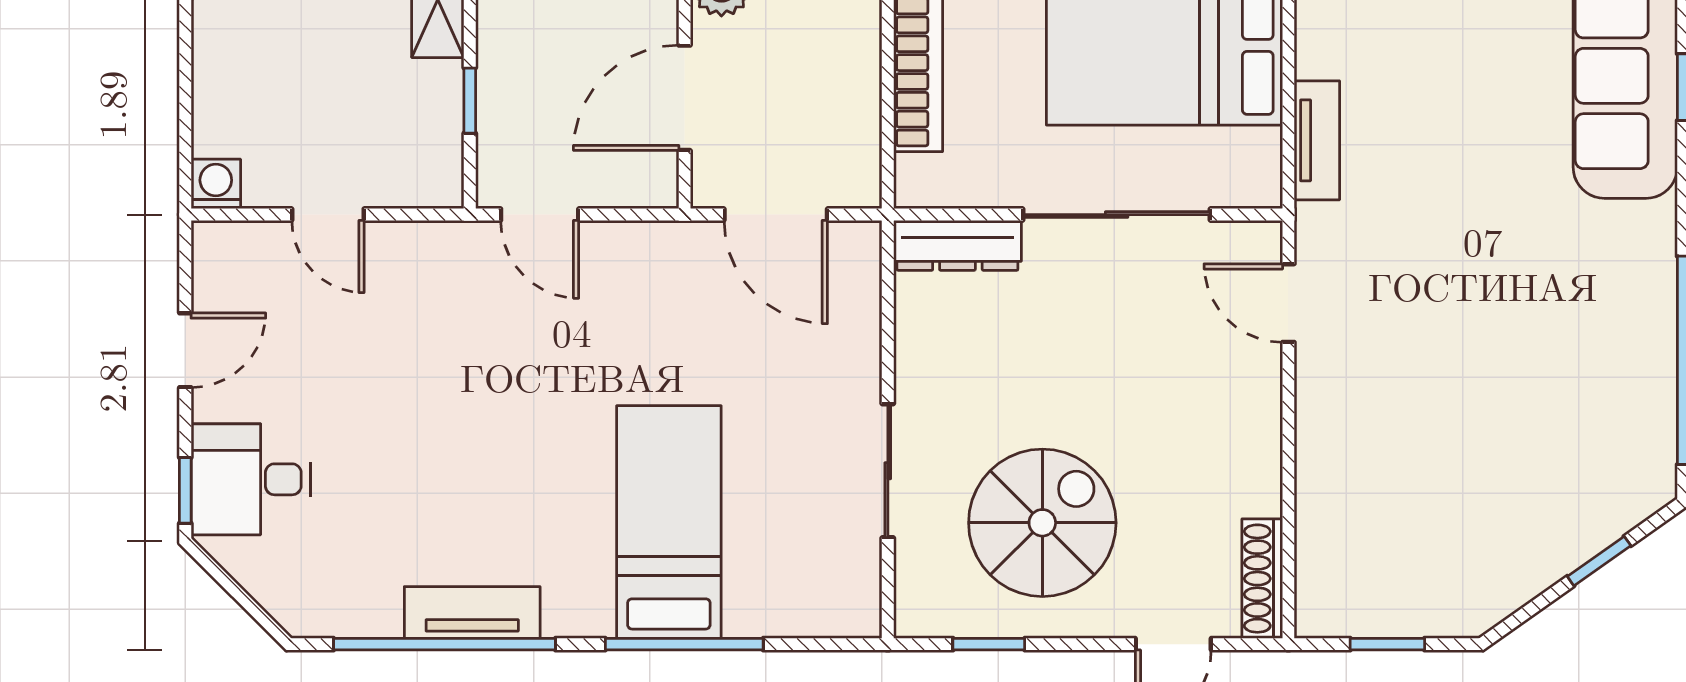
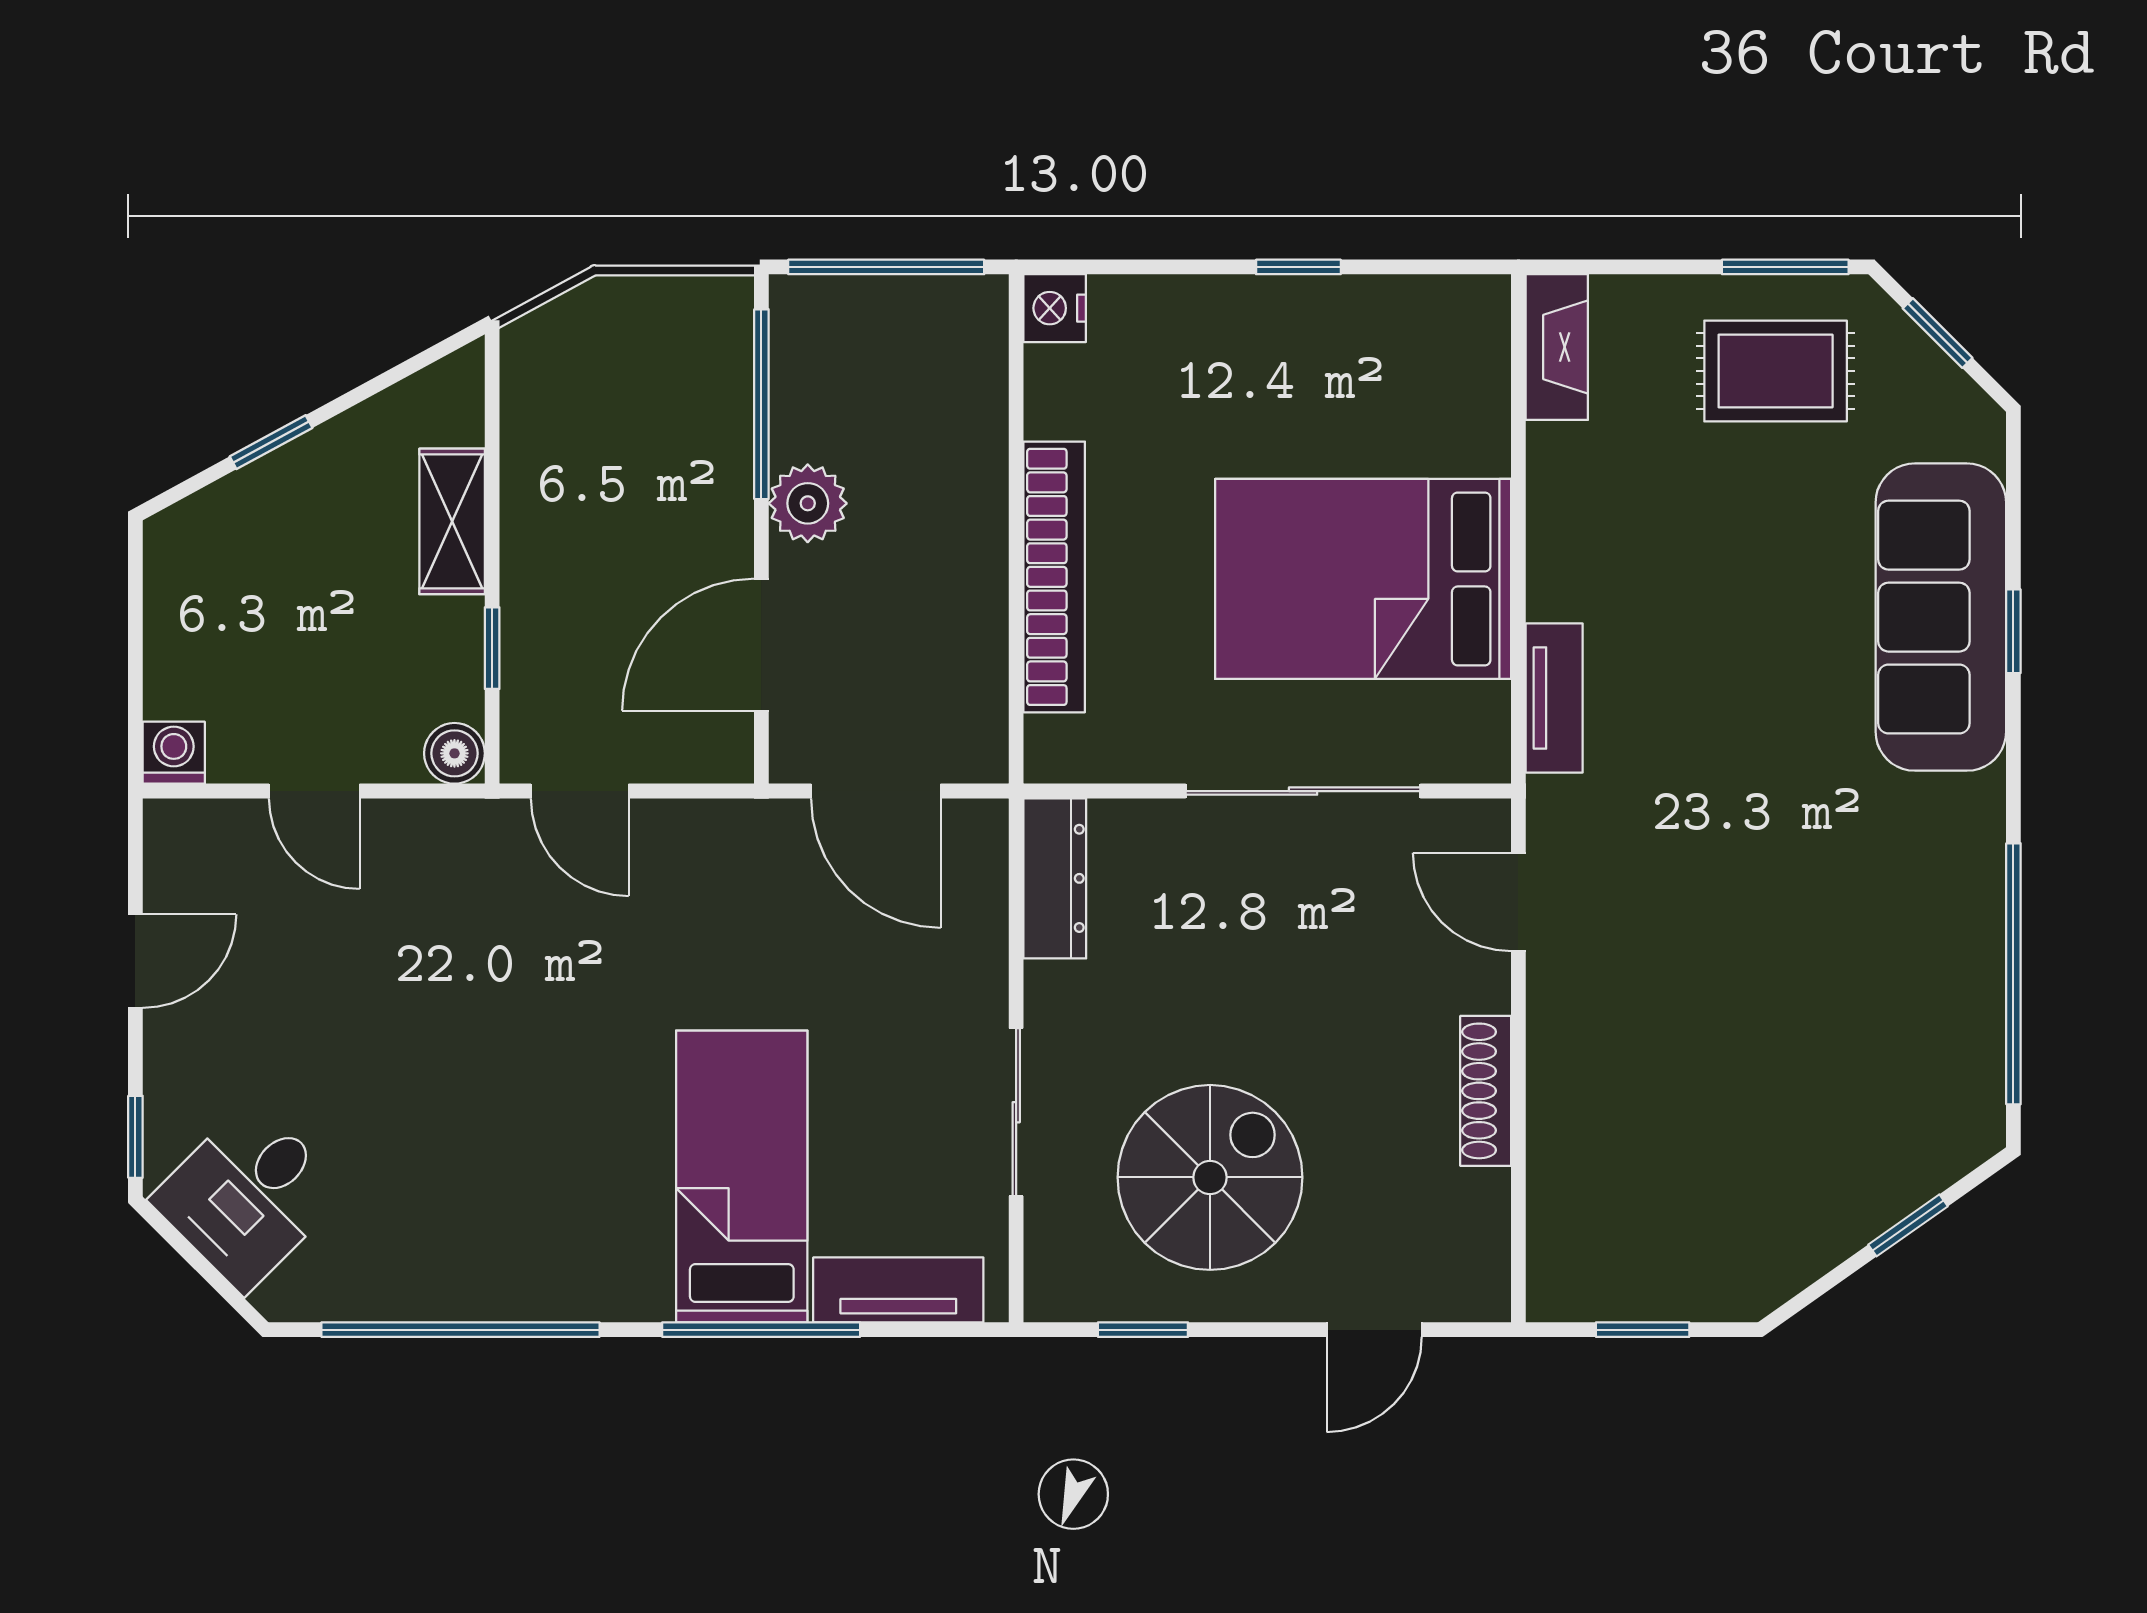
boiler: (440, 185) -> (454, 753), added
dresser: (957, 245) -> (1055, 878), moved, turned -90
desk: (251, 479) -> (248, 1196), moved, turned -45
shoe rack: (1262, 579) -> (1486, 1091), moved
tv unit: (472, 612) -> (898, 1290), moved

